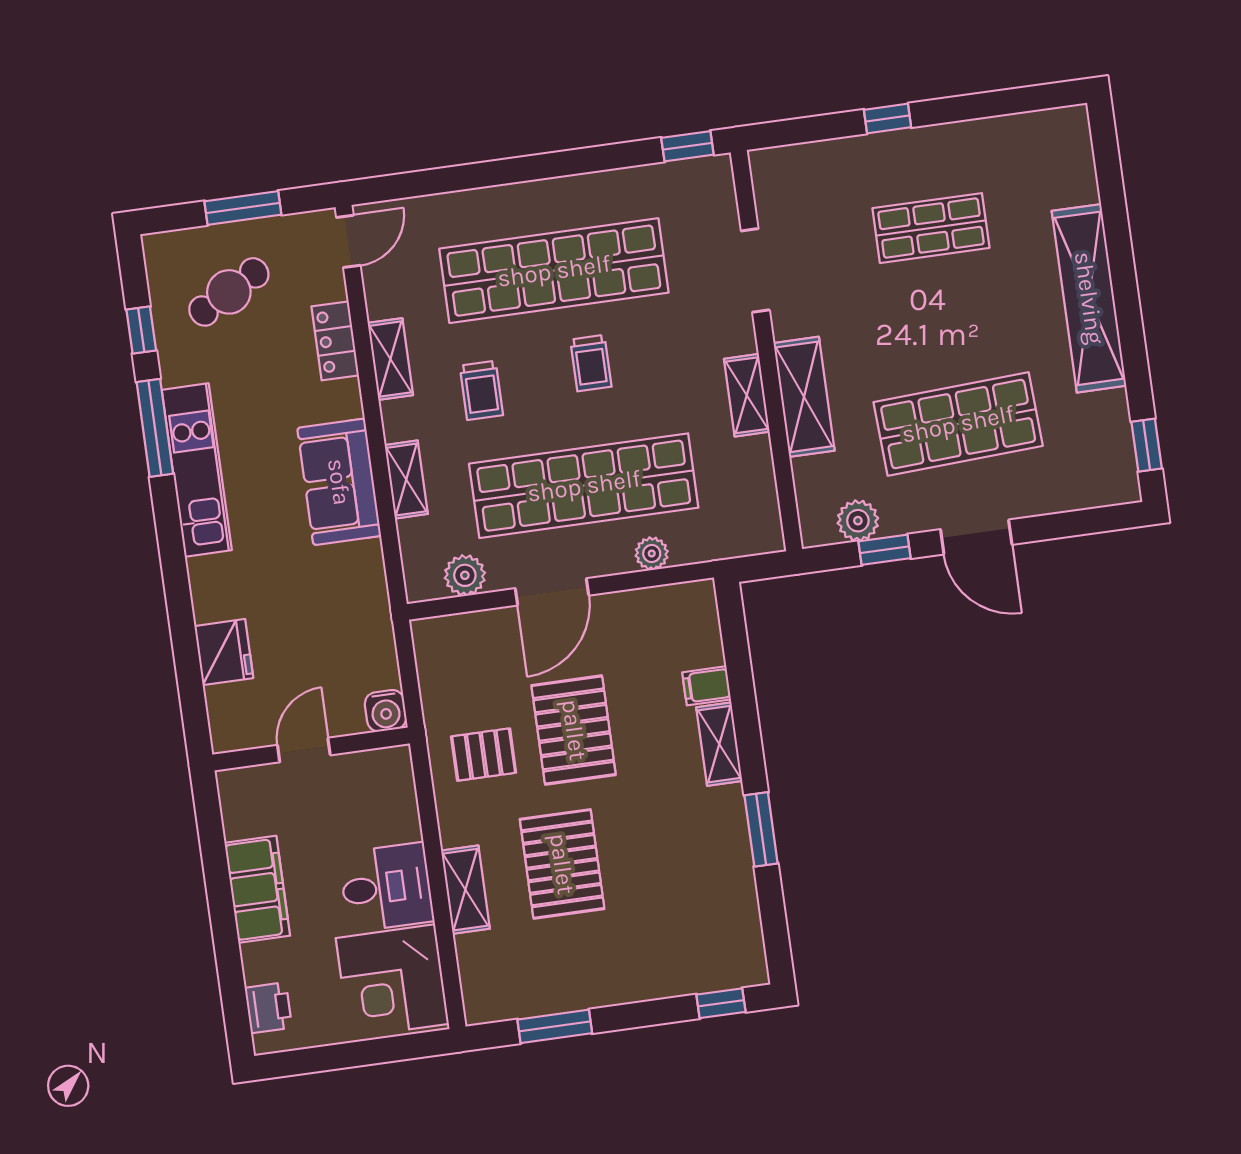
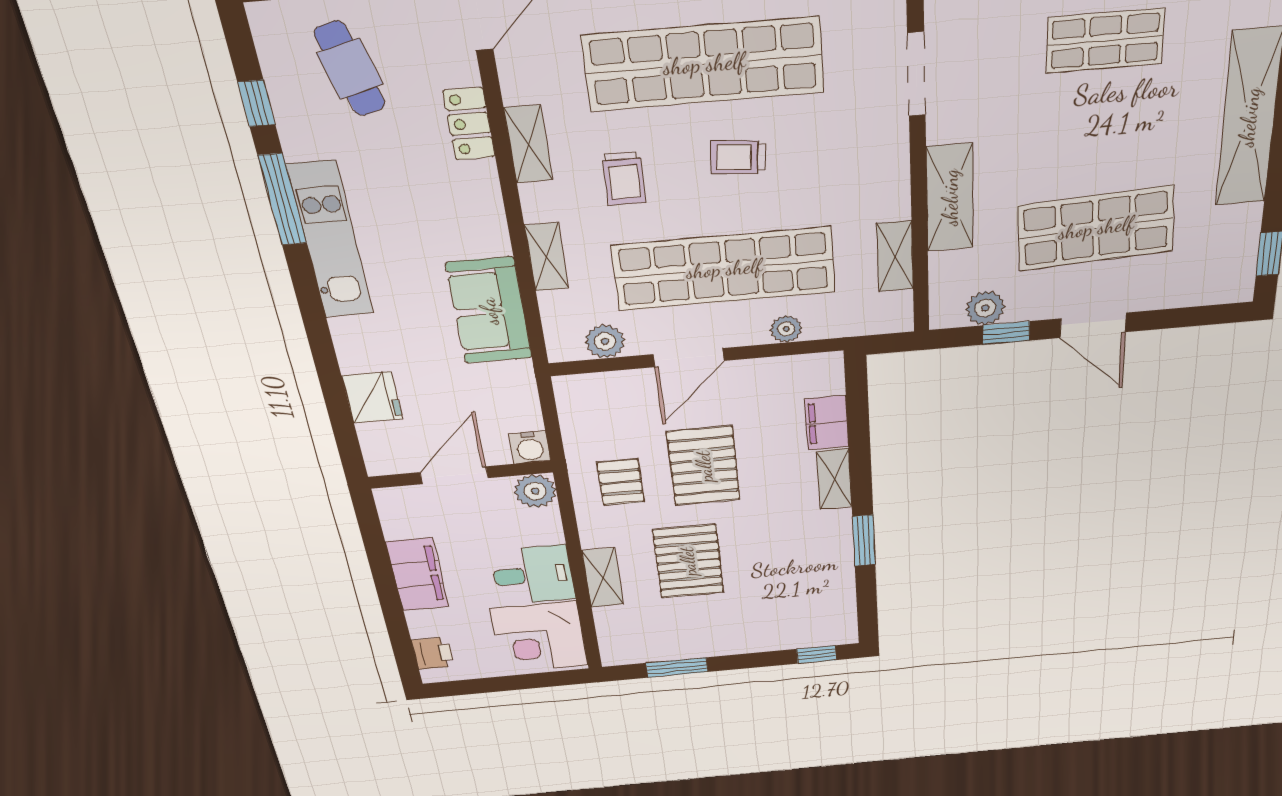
cafe table: (229, 292) -> (350, 69), turned -76
trolley: (591, 363) -> (738, 157), turned 95
shelving: (747, 395) -> (895, 256), moved
sofa: (339, 482) -> (489, 311), moved
filing cabinet: (707, 686) -> (827, 423), width x2.00
door: (304, 750) -> (454, 475), width x1.38
pallet: (484, 755) -> (621, 482), turned 90
plant: (390, 769) -> (535, 491), added

